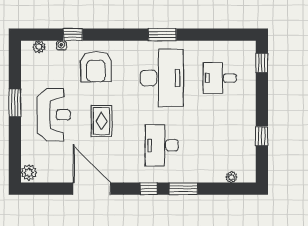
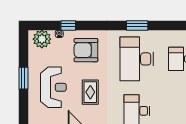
plant: (39, 47) -> (42, 39), width x1.87, depth x1.87
armchair: (96, 67) -> (86, 50), turned 90
desk: (162, 78) -> (137, 59), turned 180

